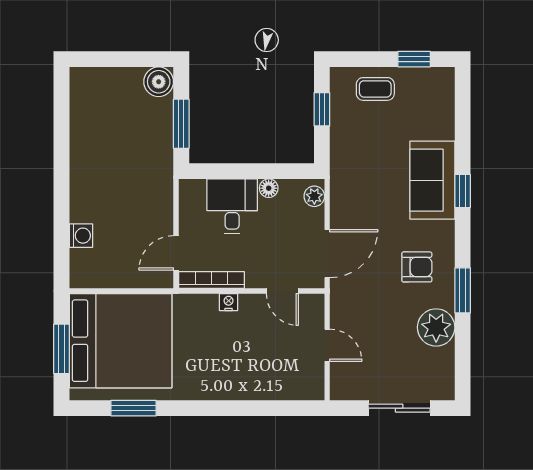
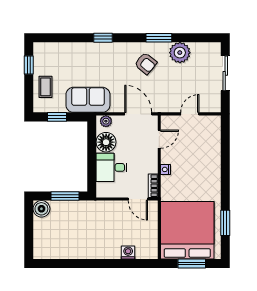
sofa: (432, 180) -> (88, 100), moved, turned 180
floor lamp: (269, 188) -> (106, 142), width x1.89, depth x1.89
armchair: (417, 267) -> (146, 63), turned 129
bookcase: (211, 280) -> (153, 186), width x0.64

